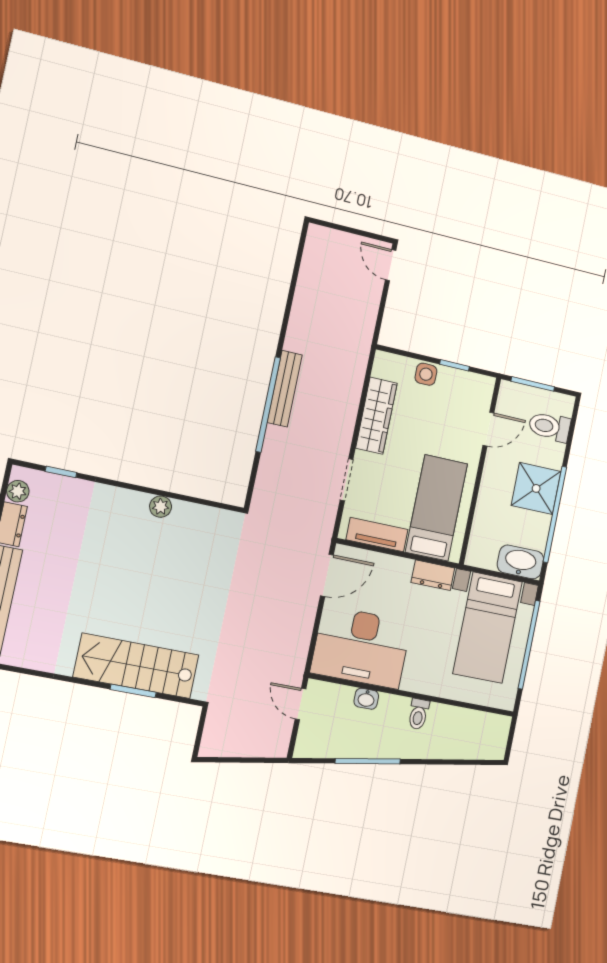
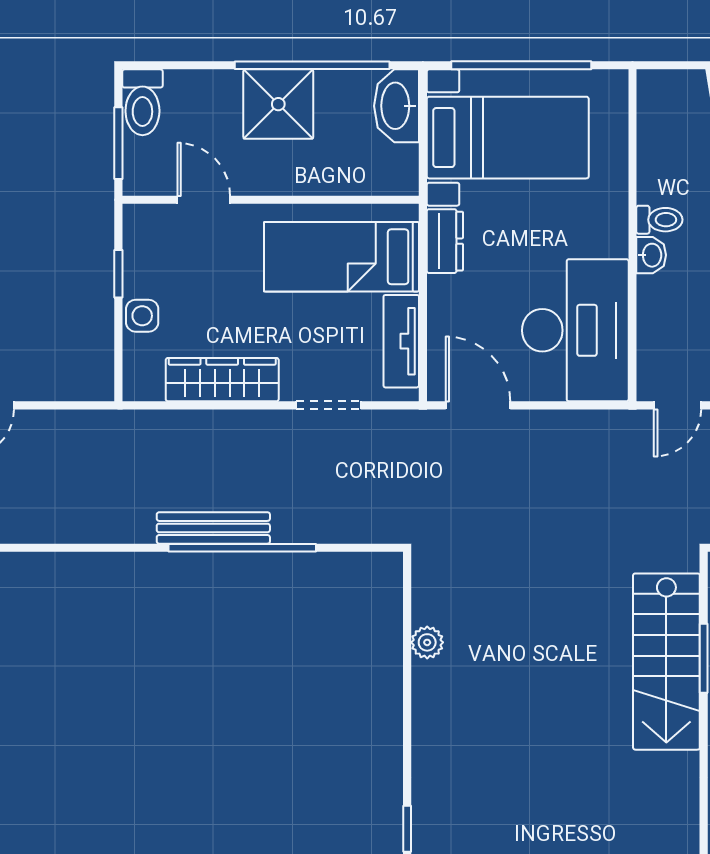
toilet: (550, 427) -> (142, 102), moved
plant: (161, 507) -> (427, 642), moved
washbasin: (366, 699) -> (651, 255), moved

